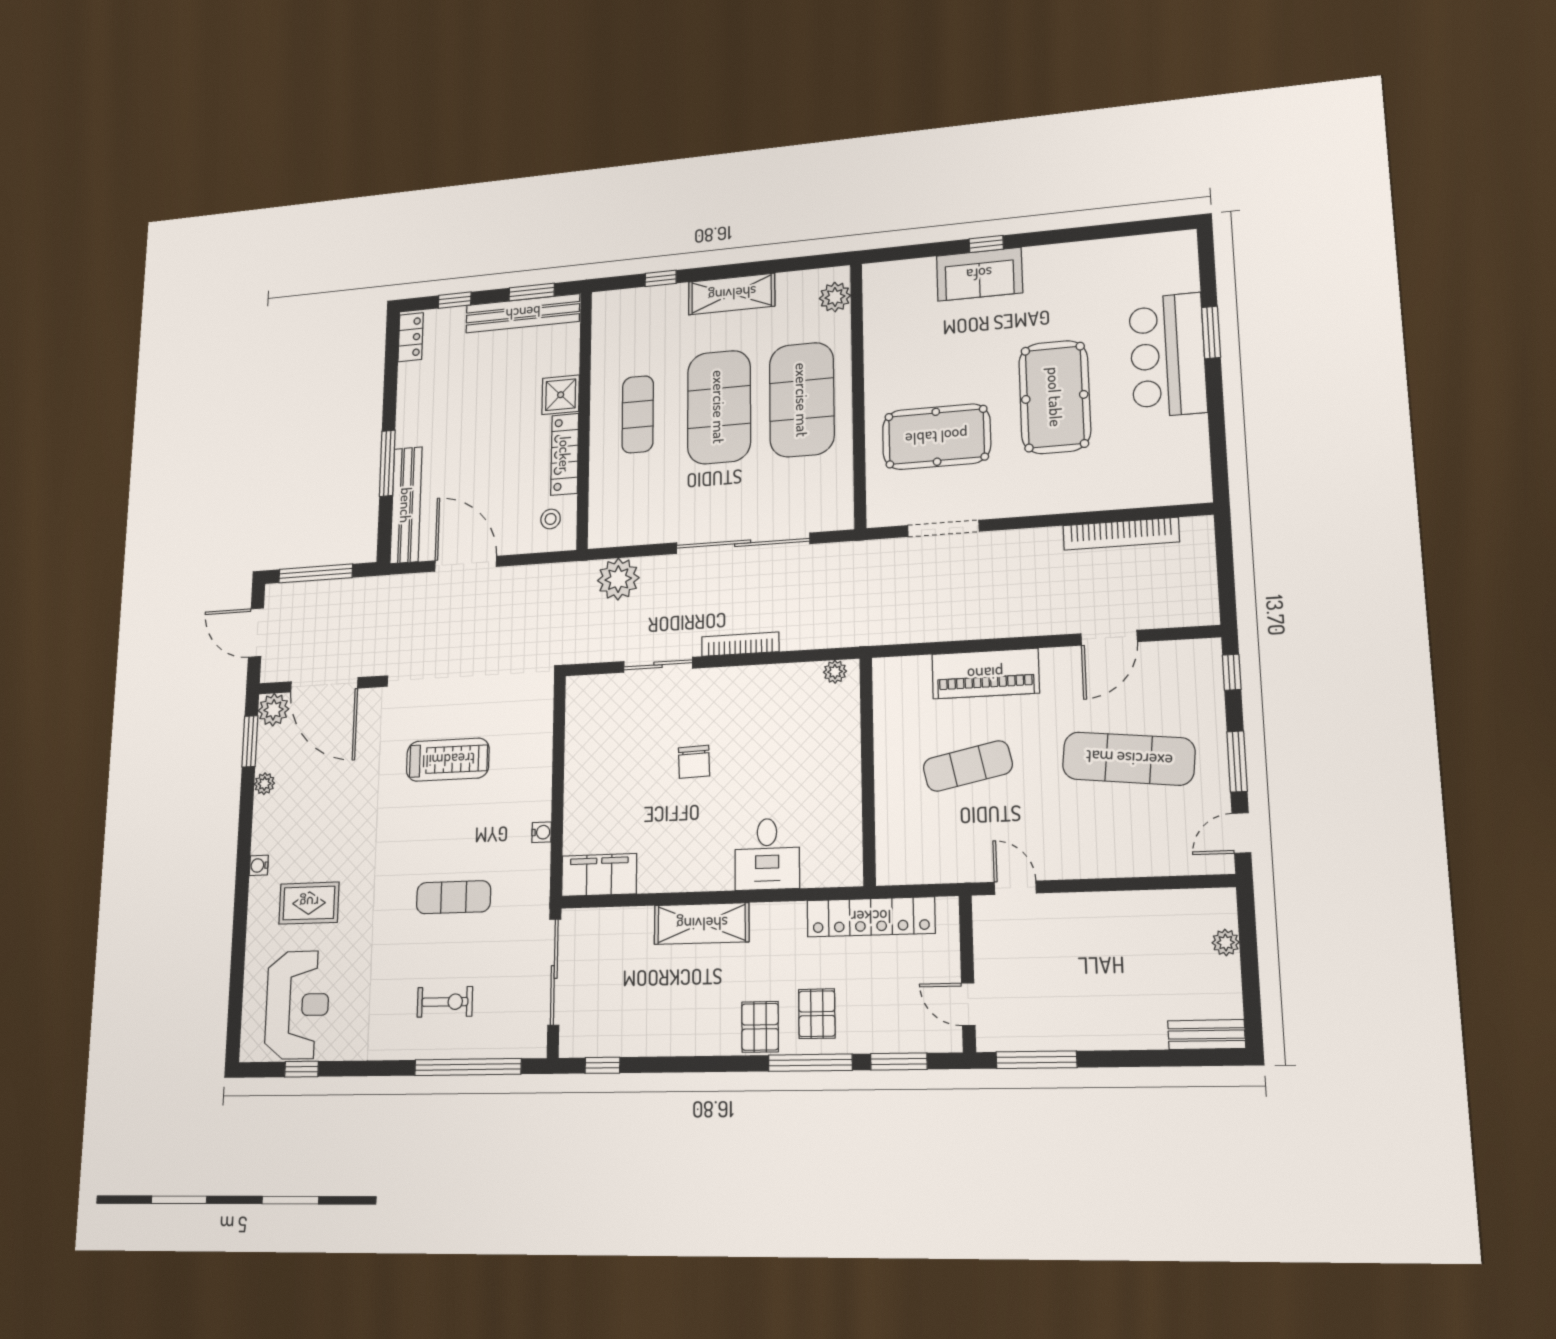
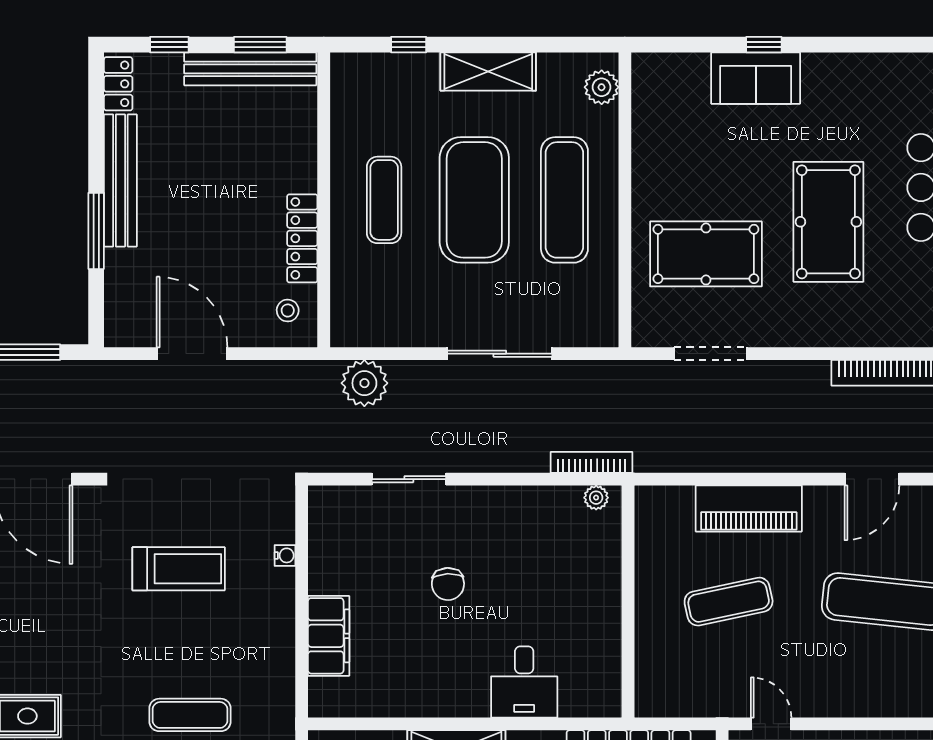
shower: (561, 395) -> (296, 169), removed
exercise mat: (802, 400) -> (564, 200), width x0.68
bench: (406, 505) -> (120, 180), moved
sliding door: (743, 543) -> (500, 354), width x0.73
bookcase: (740, 644) -> (591, 462), moved
water cooler: (542, 832) -> (285, 555), moved
filing cabinet: (599, 875) -> (329, 636), moved, turned 90

